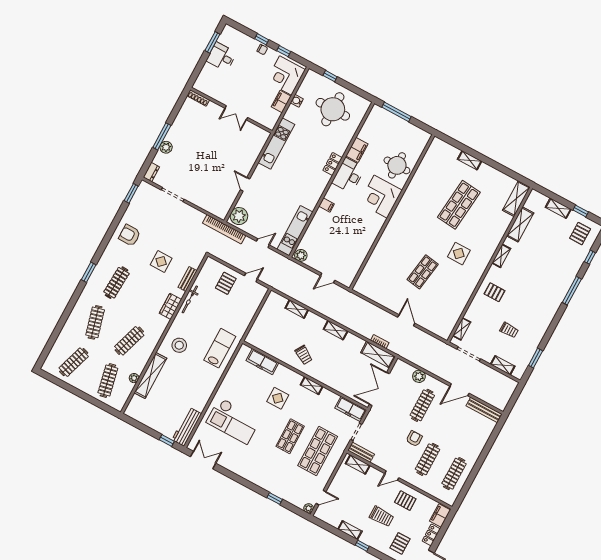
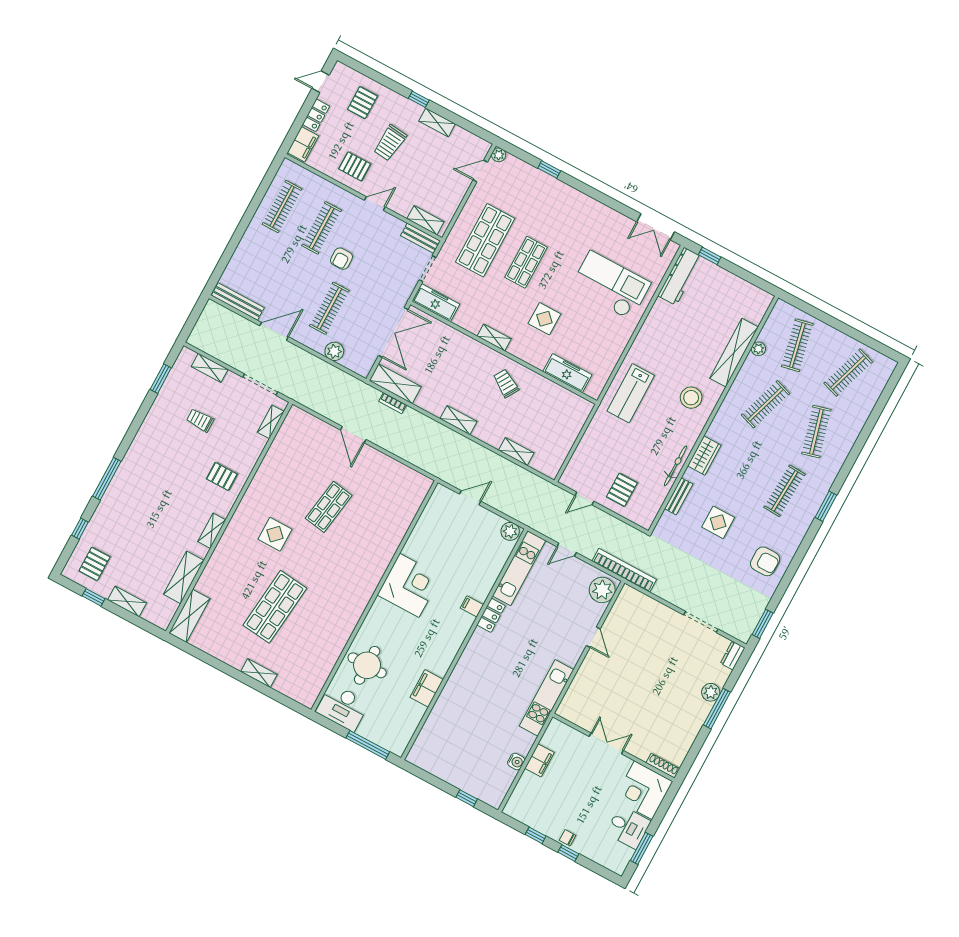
corner desk: (286, 75) -> (643, 790), moved, turned 180
round table: (333, 109) -> (462, 749), removed
locker: (332, 164) -> (491, 615), moved
desk: (348, 175) -> (343, 707), moved, turned 90
corner desk: (381, 197) -> (409, 585), moved
trolley: (382, 516) -> (390, 143), turned -84

